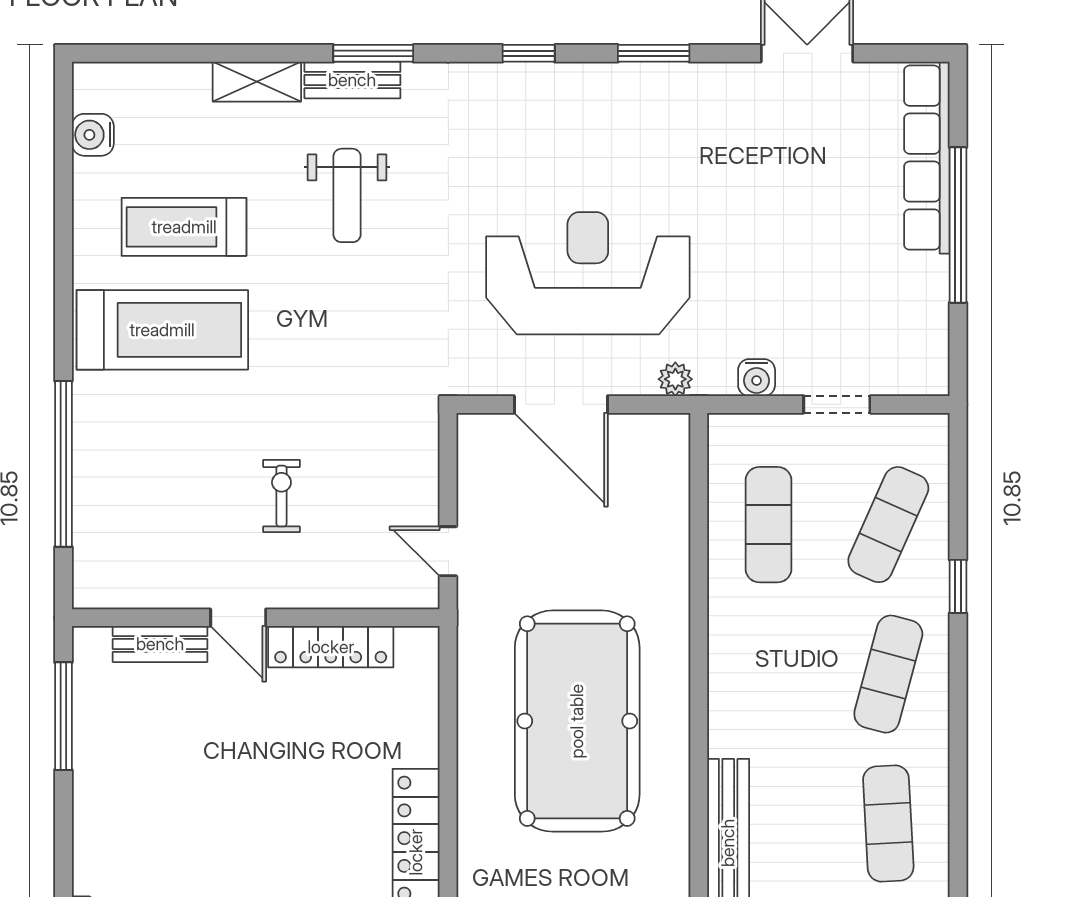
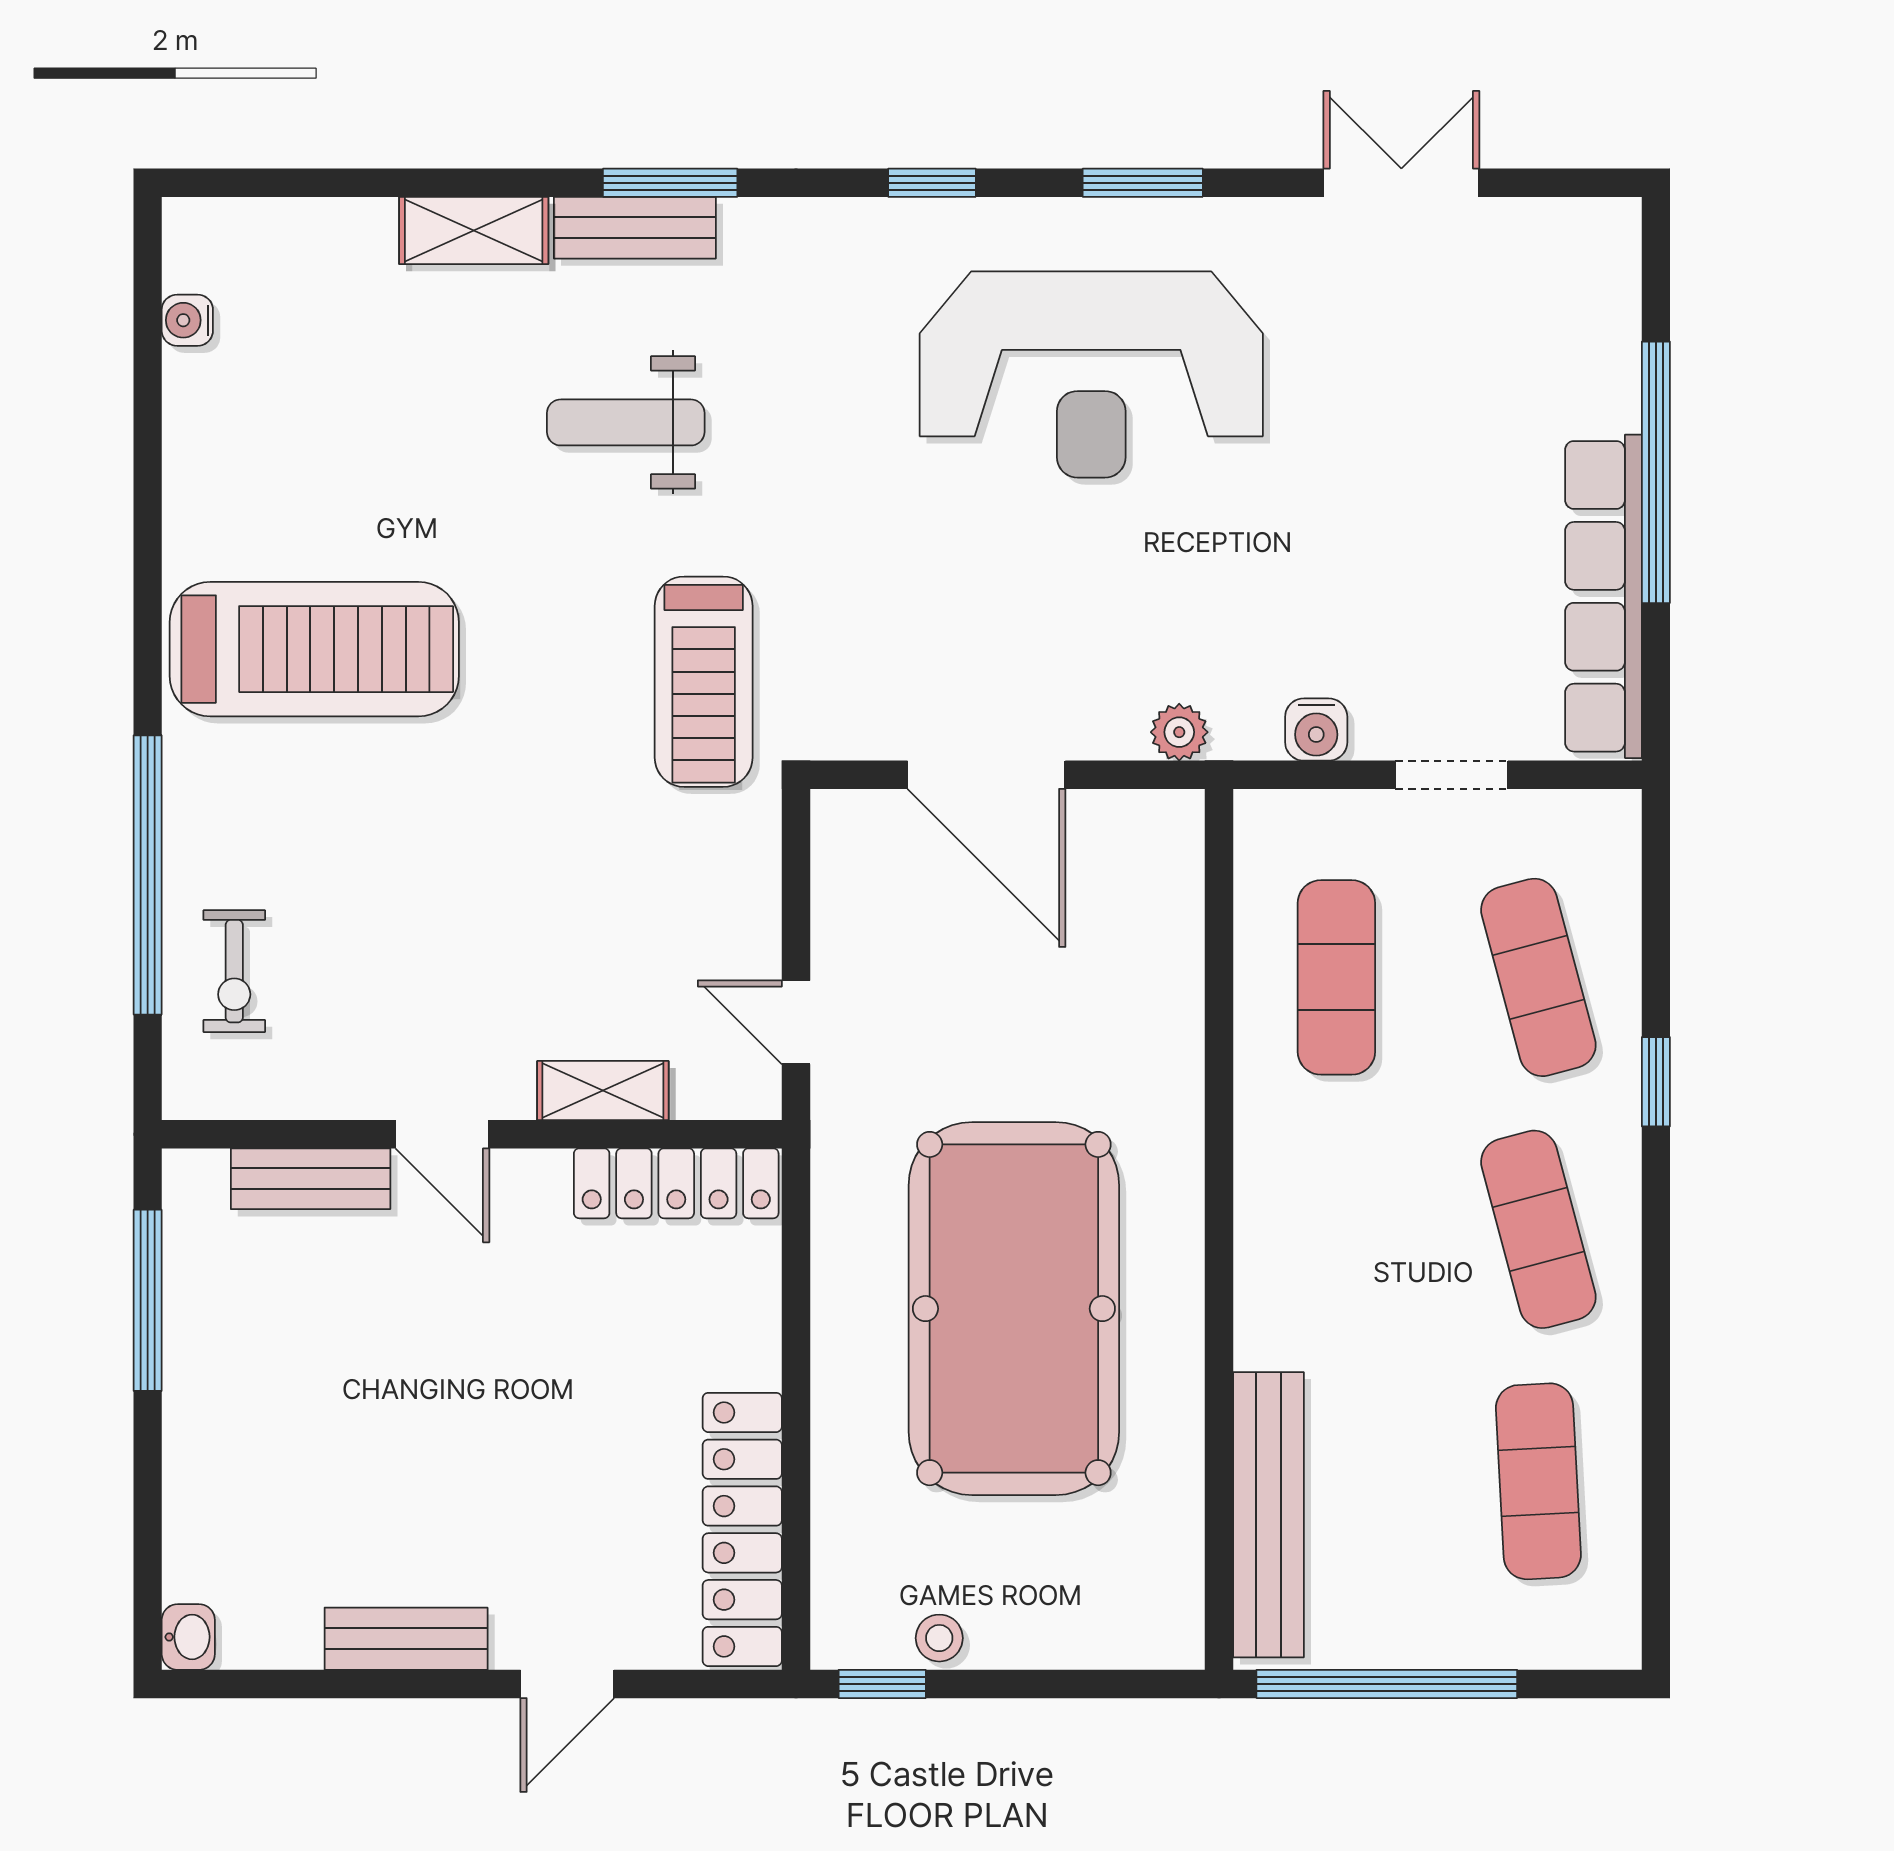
water cooler: (93, 135) -> (187, 320), width x0.72, depth x0.72
row of seats: (927, 158) -> (1603, 596), moved
weight bench: (347, 195) -> (626, 422), turned 90
treadmill: (184, 227) -> (704, 682), moved, turned -90
reception desk: (588, 273) -> (1091, 375), moved, turned 180
exercise bike: (281, 496) -> (234, 971), moved, turned 180
exercise mat: (888, 525) -> (1538, 977), turned -39
shelving: (333, 592) -> (603, 1091), added
locker: (331, 647) -> (676, 1183), moved
exercise mat: (888, 674) -> (1538, 1229), turned -30

